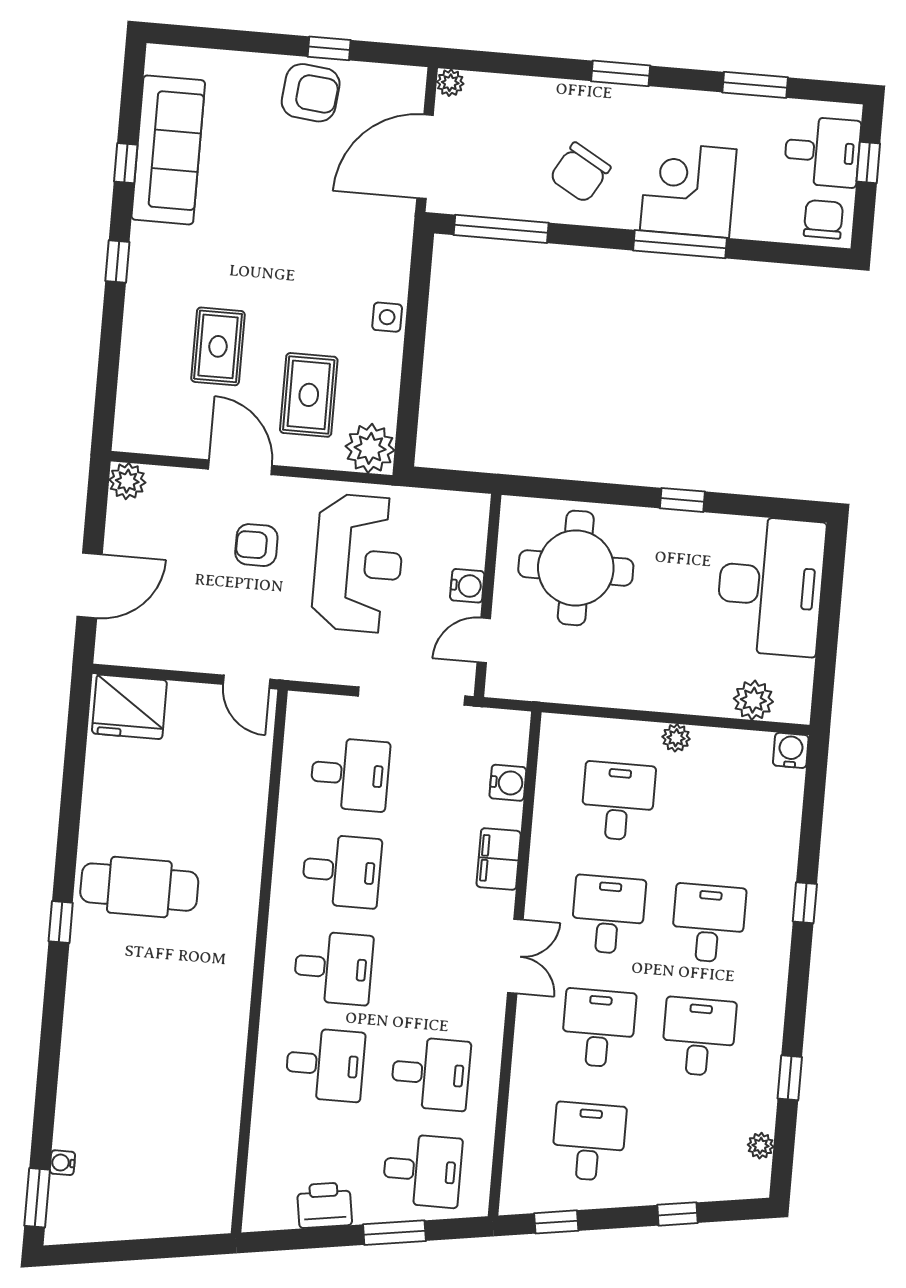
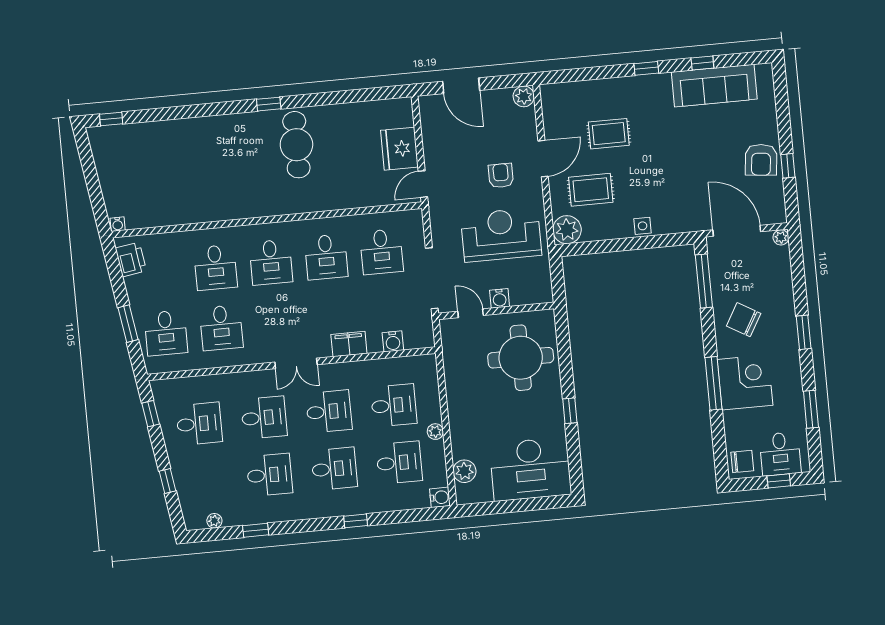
reception desk: (358, 563) -> (501, 235), turned 180
fridge: (129, 707) -> (399, 149), moved
desk: (718, 810) -> (399, 463), added
water cooler: (62, 1163) -> (118, 224), moved, turned 180
window: (37, 1198) -> (111, 119), width x0.67
printer: (324, 1205) -> (131, 259), moved

